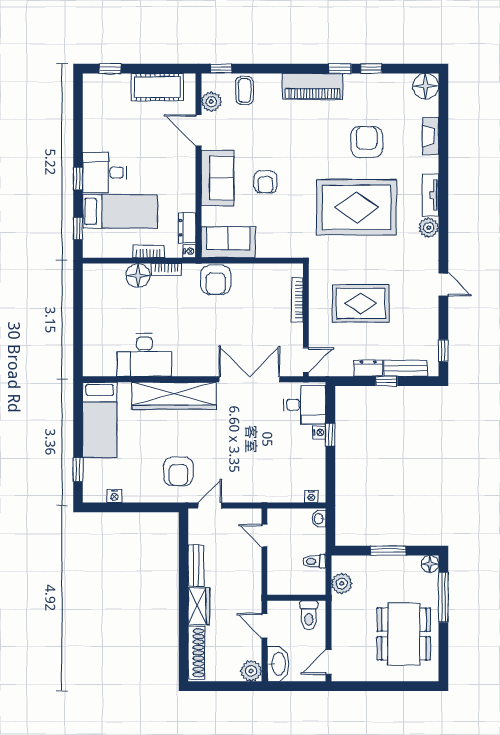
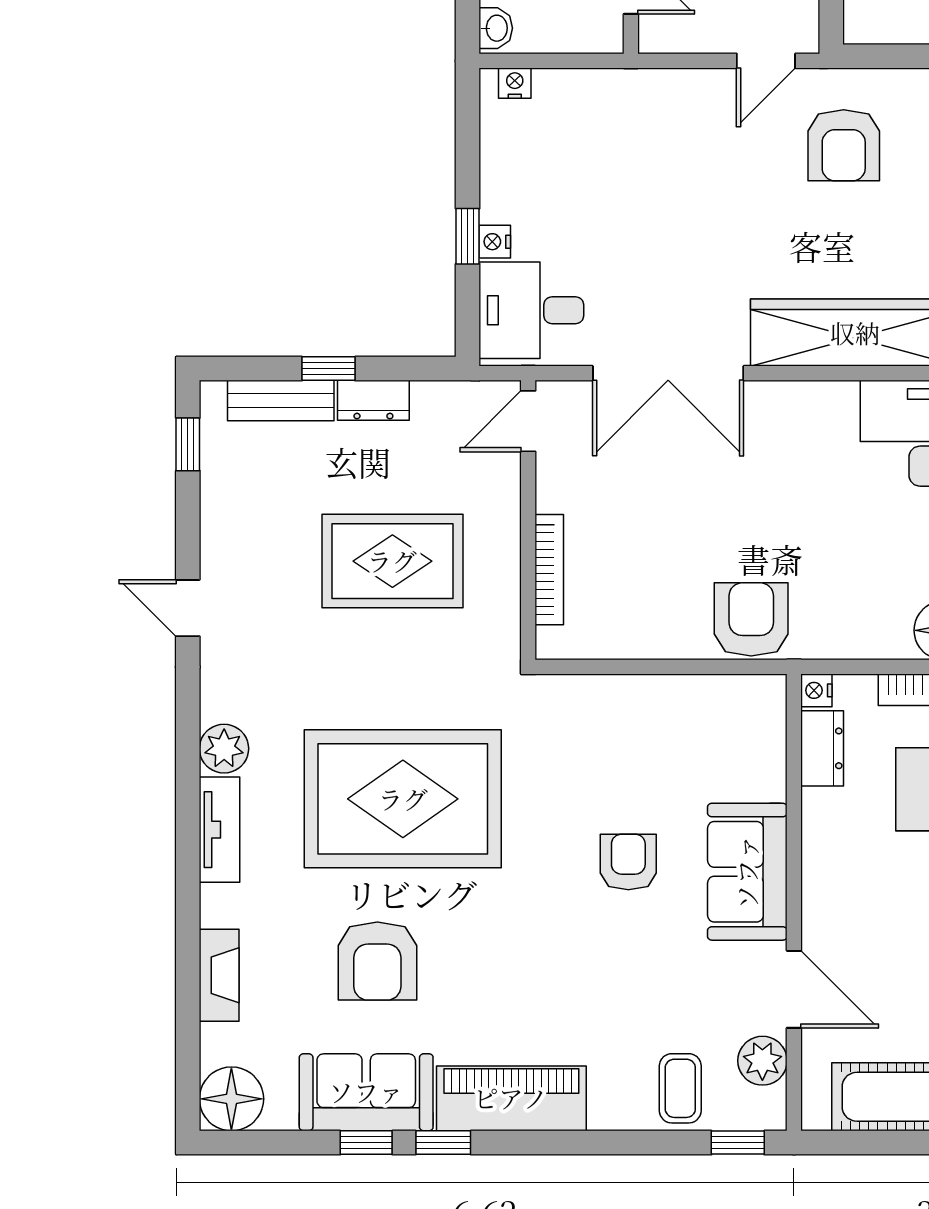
sofa: (228, 242) -> (366, 1092), moved, turned 180
bookcase: (167, 269) -> (873, 645), removed
armchair: (178, 471) -> (844, 145), turned 180

